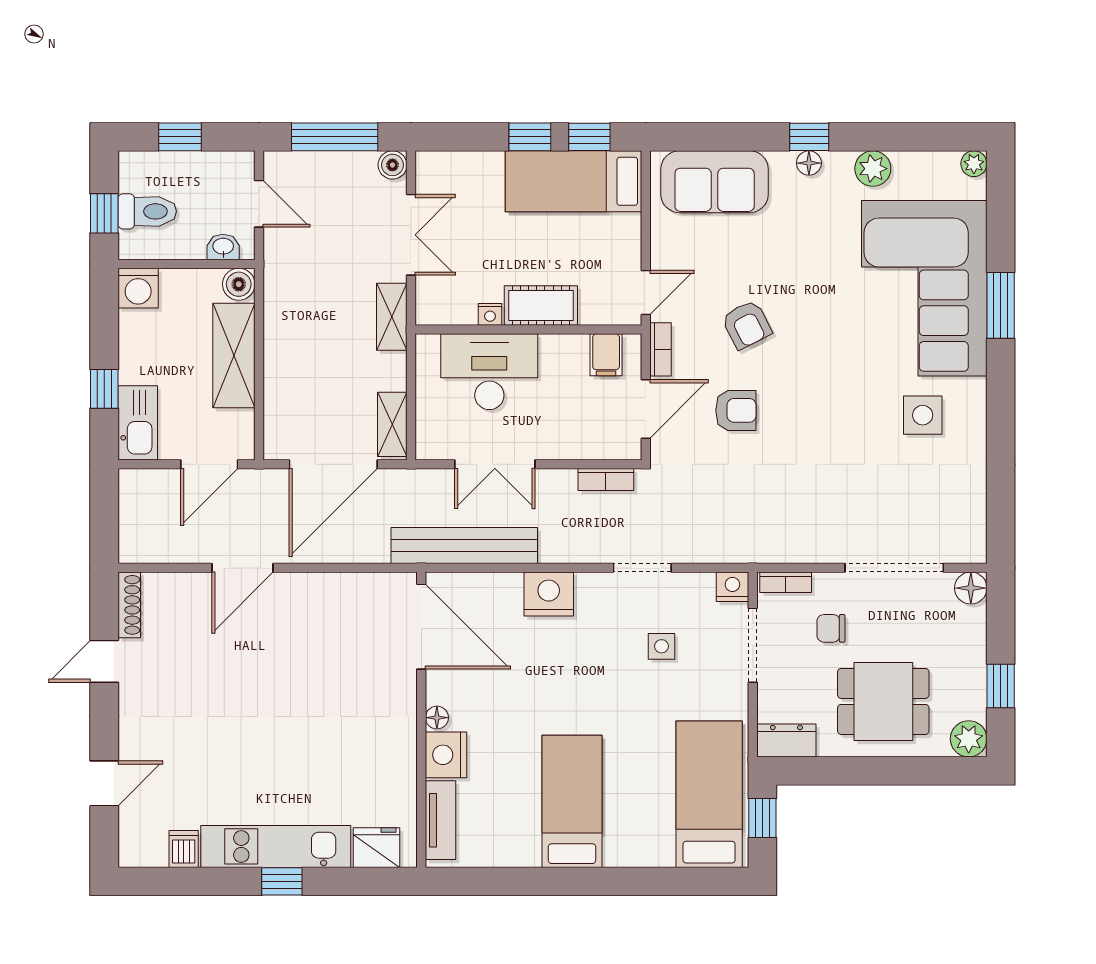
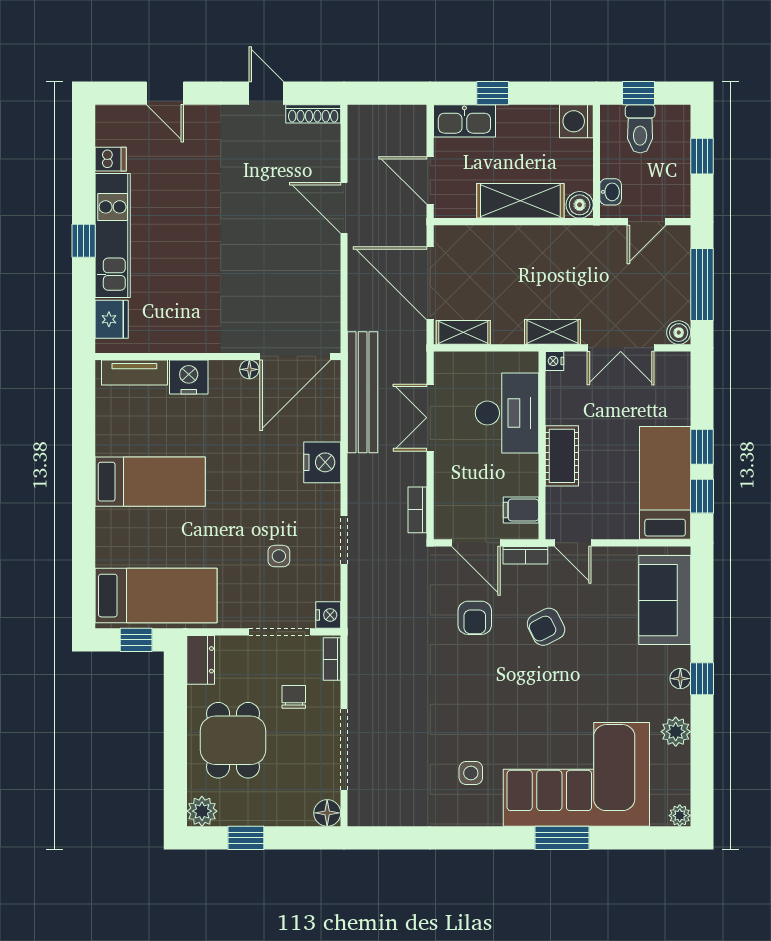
nightstand: (490, 314) -> (554, 361), moved
side table: (923, 415) -> (471, 773), width x0.73, depth x0.73
floor lamp: (437, 718) -> (249, 369), moved

